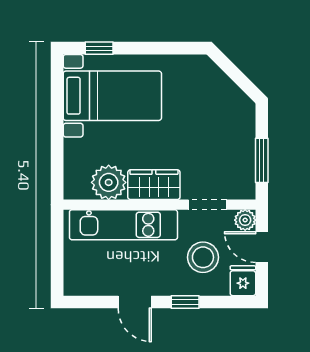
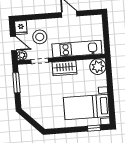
plant: (109, 182) -> (98, 67), moved
window: (185, 302) -> (46, 16), removed

